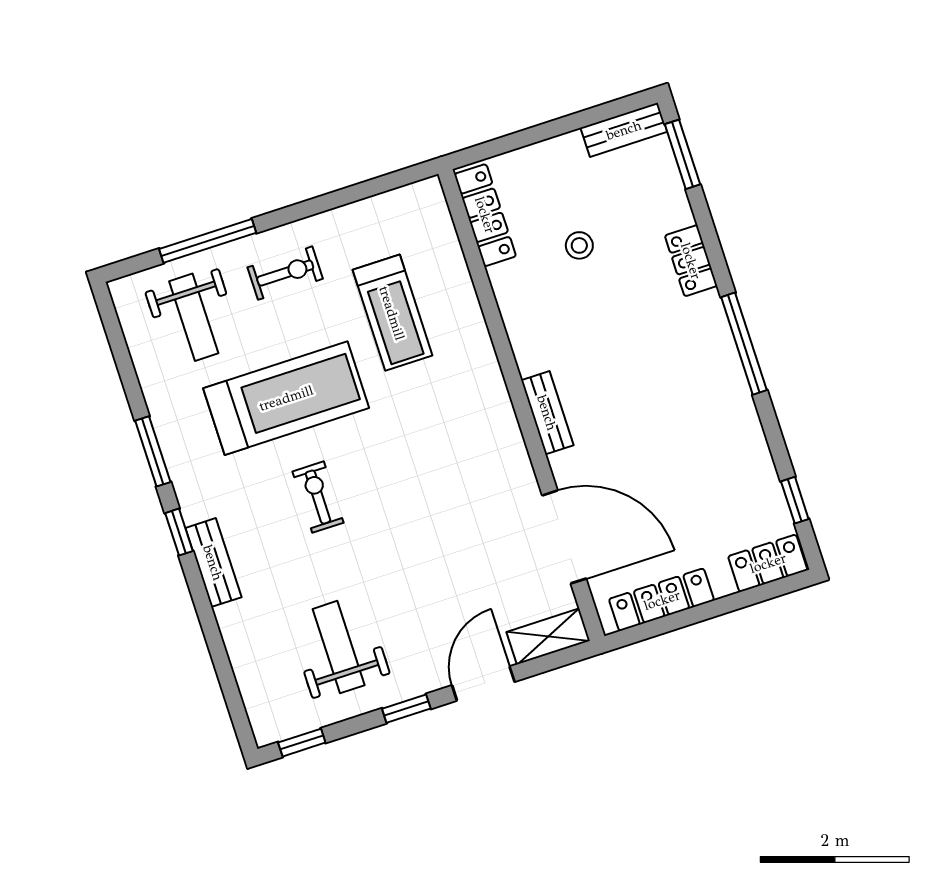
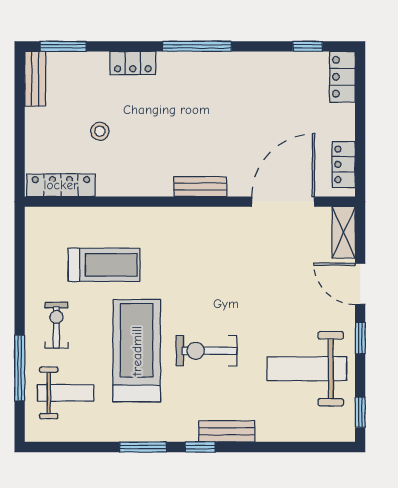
exercise bike: (318, 497) -> (207, 351), width x1.38, depth x1.39
locker: (662, 600) -> (344, 164), width x0.66
weight bench: (339, 647) -> (307, 369), width x1.36, depth x1.33

